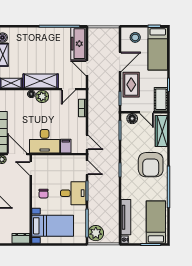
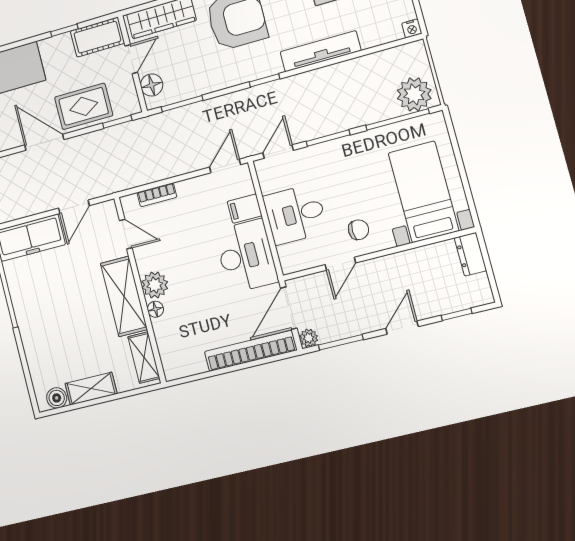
door: (31, 169) -> (340, 264), moved
desk: (73, 193) -> (295, 214), moved, turned -90
tv unit: (126, 217) -> (321, 51), moved

